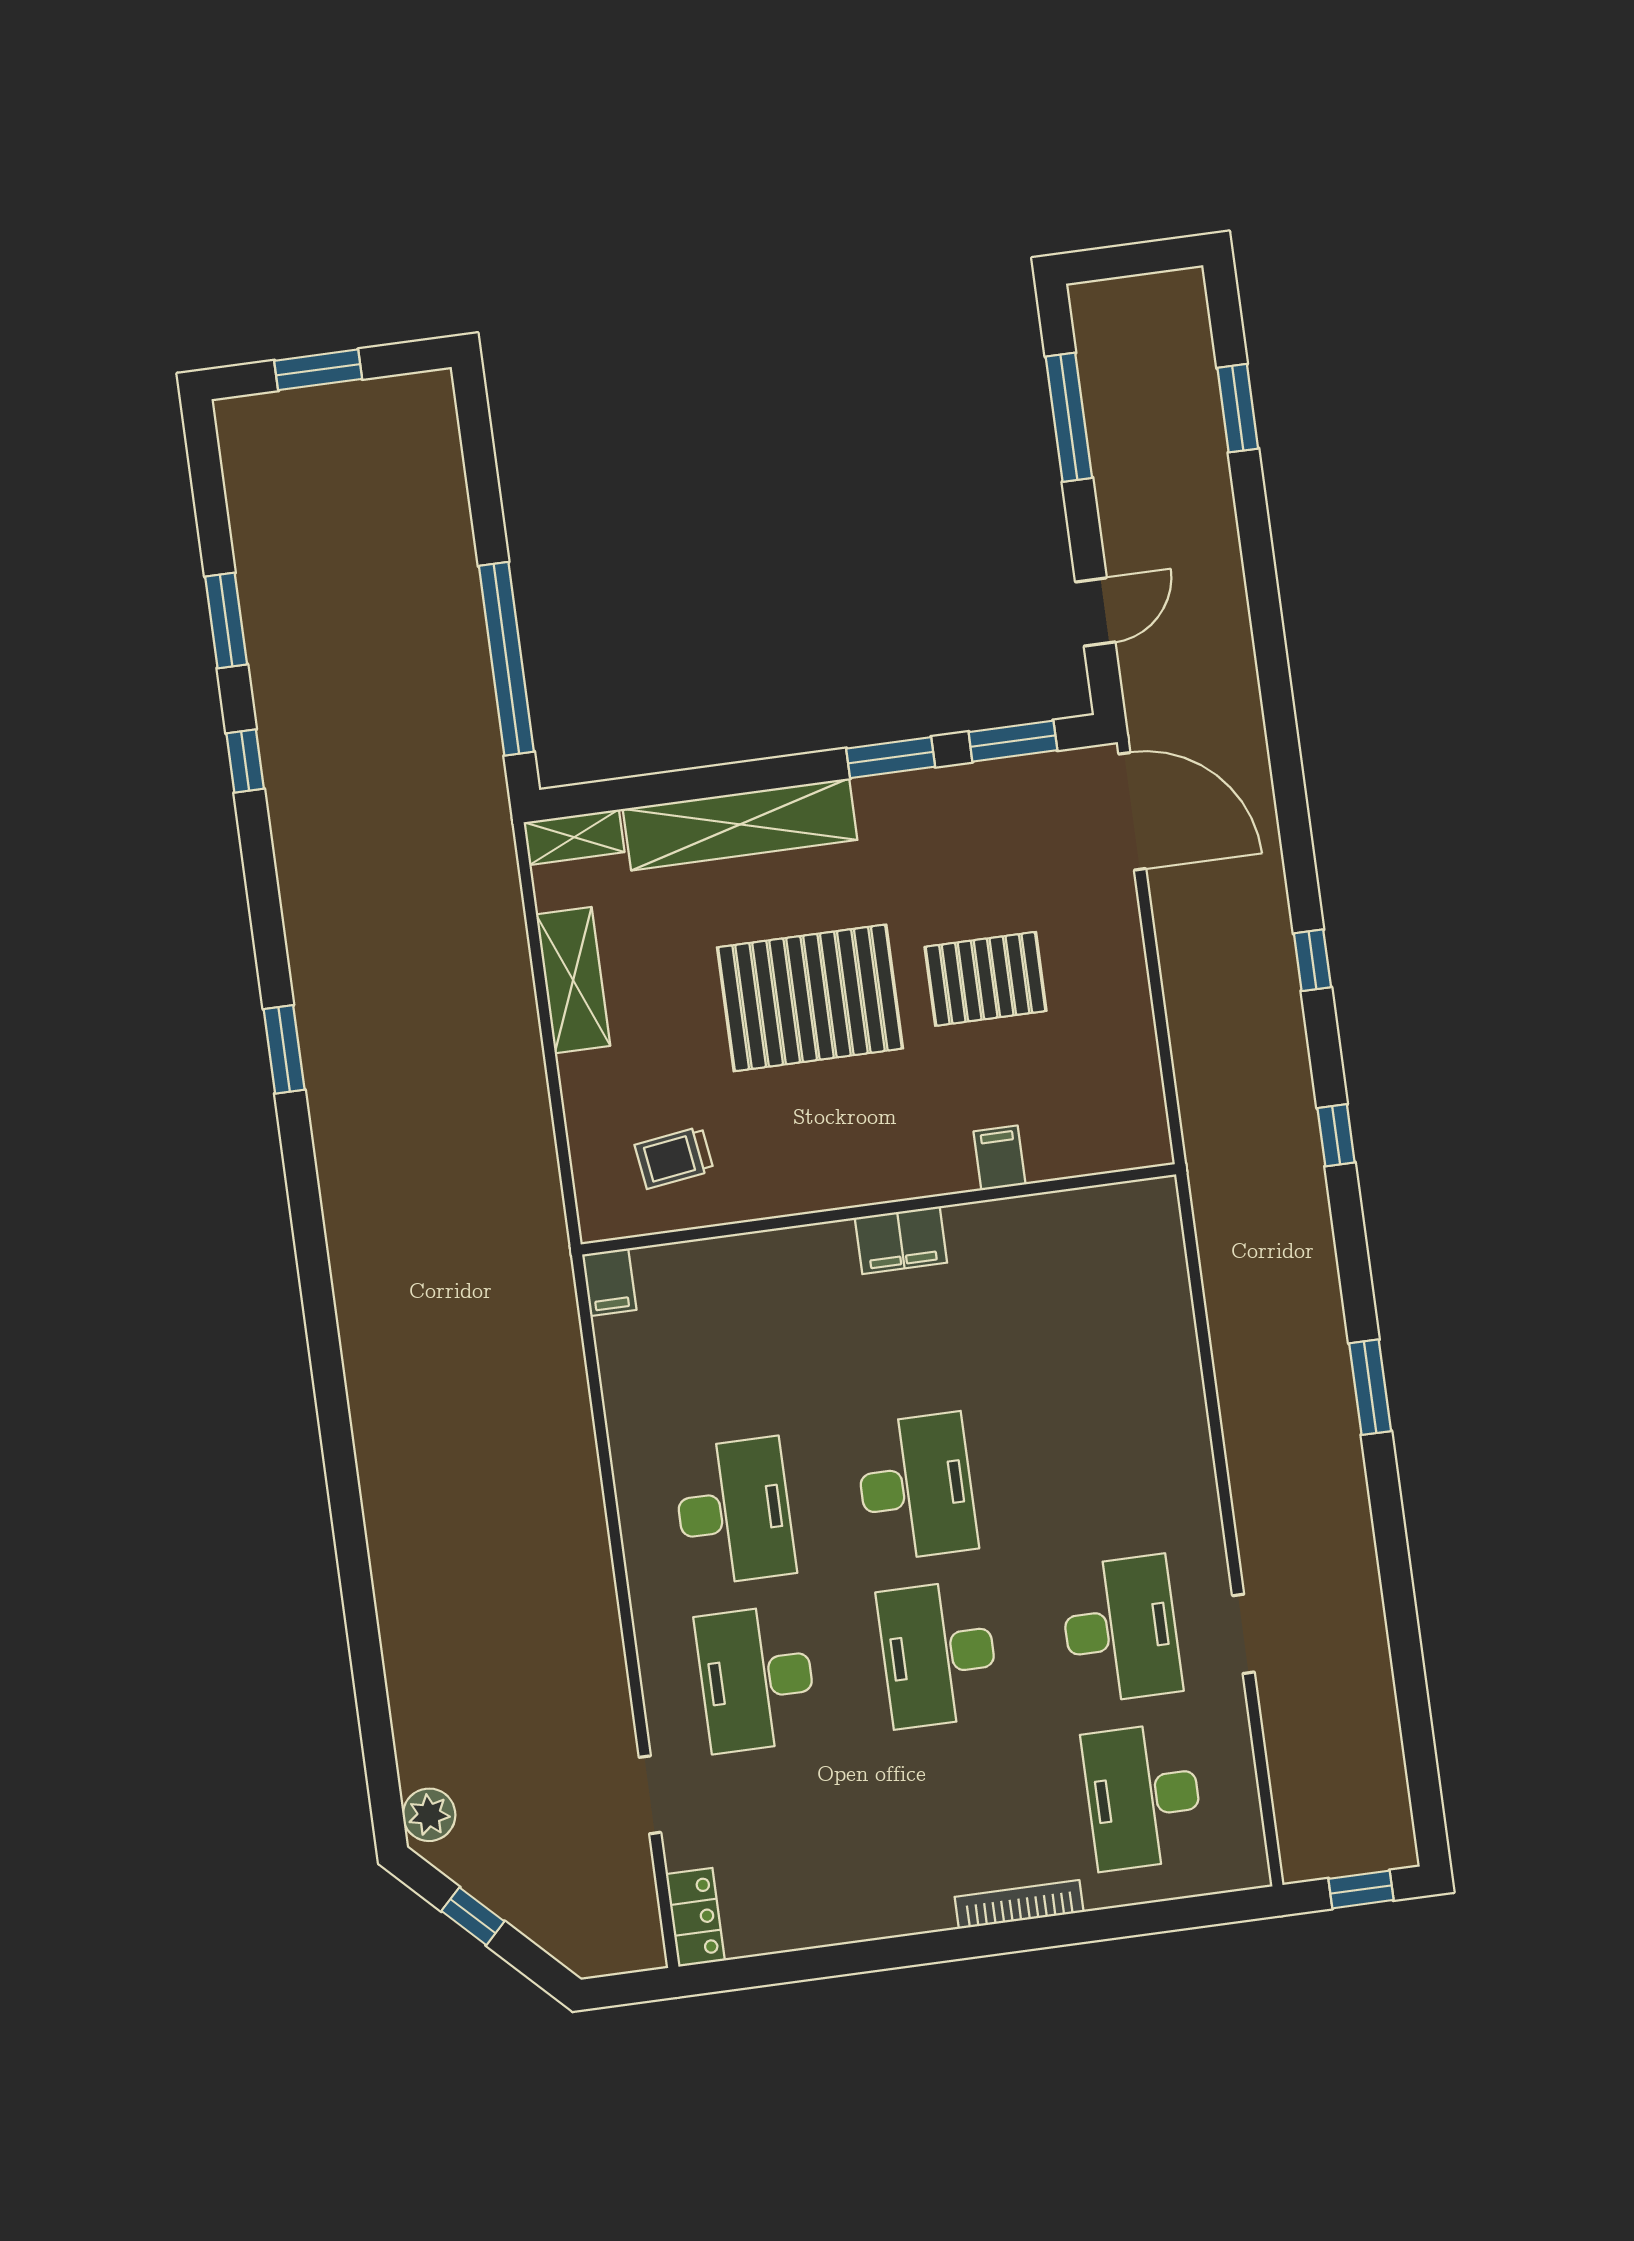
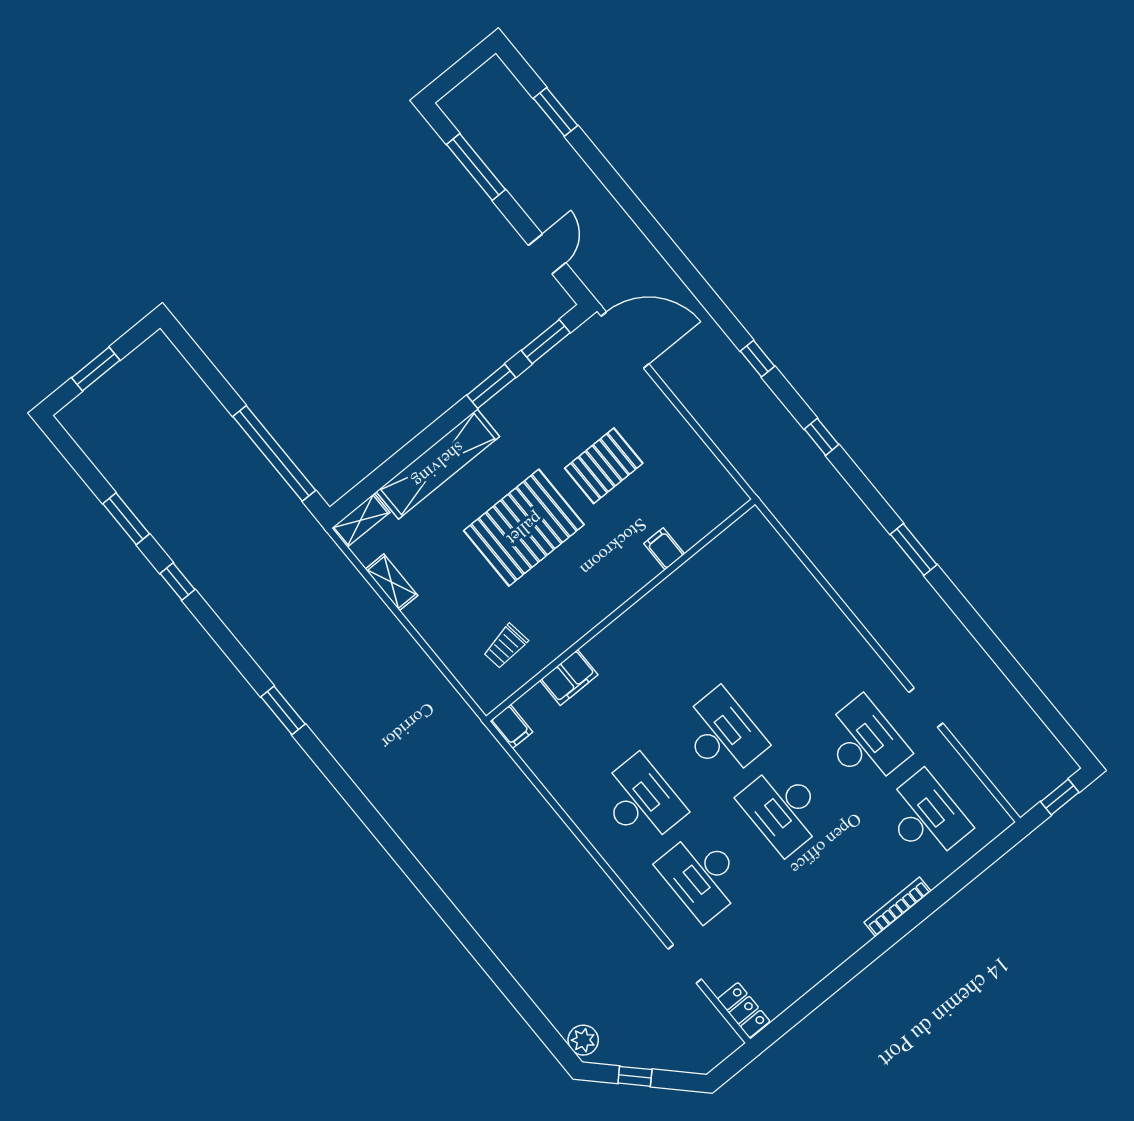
shelving: (573, 980) -> (392, 582), width x0.67, depth x0.75
filing cabinet: (901, 1240) -> (569, 677), moved
desk: (1143, 1796) -> (926, 817), turned 180

